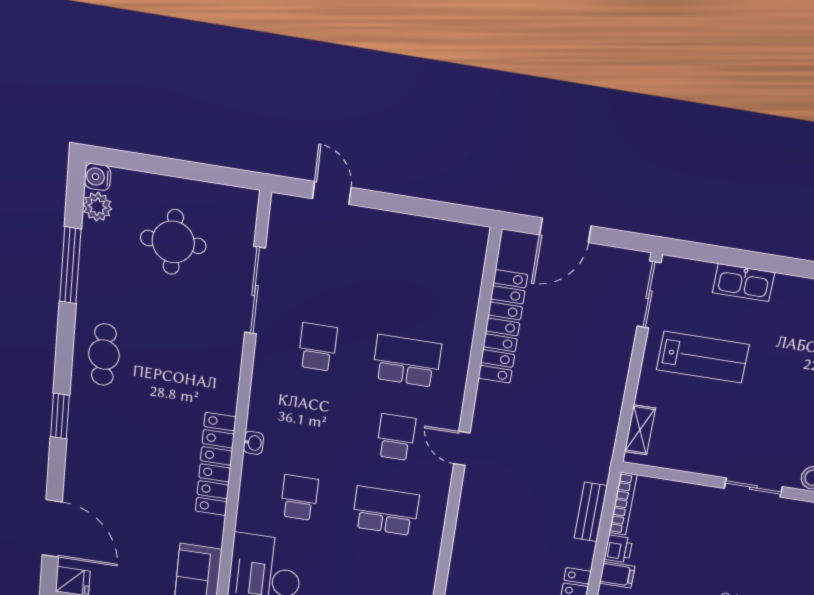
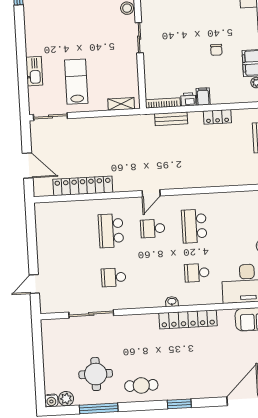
round table: (173, 242) -> (96, 374), moved

